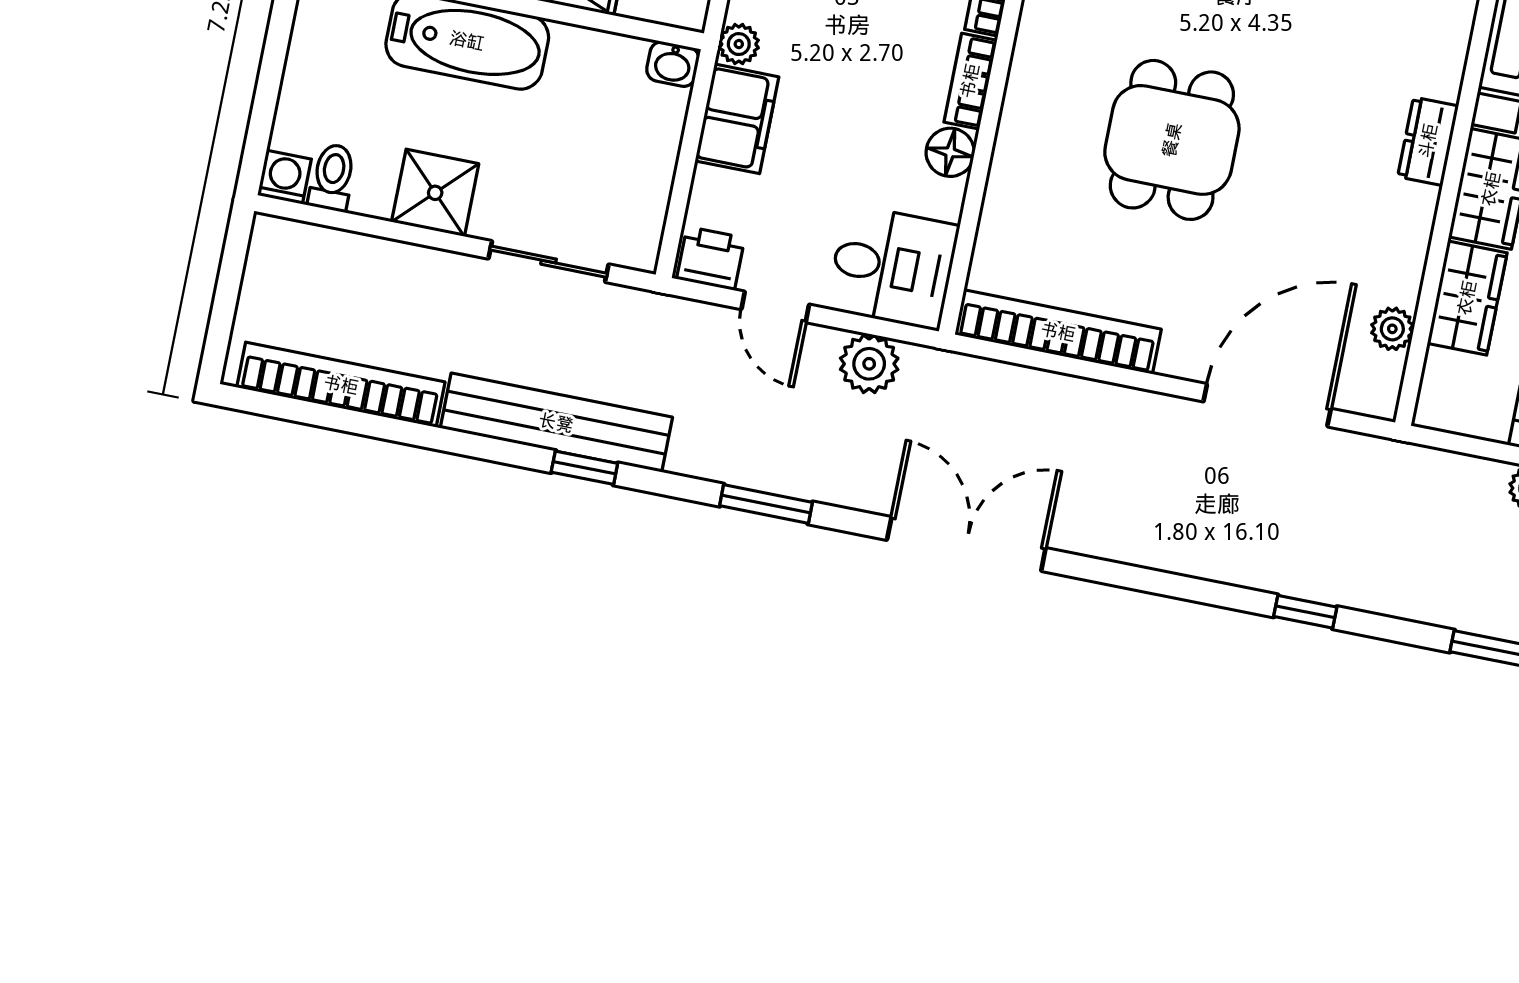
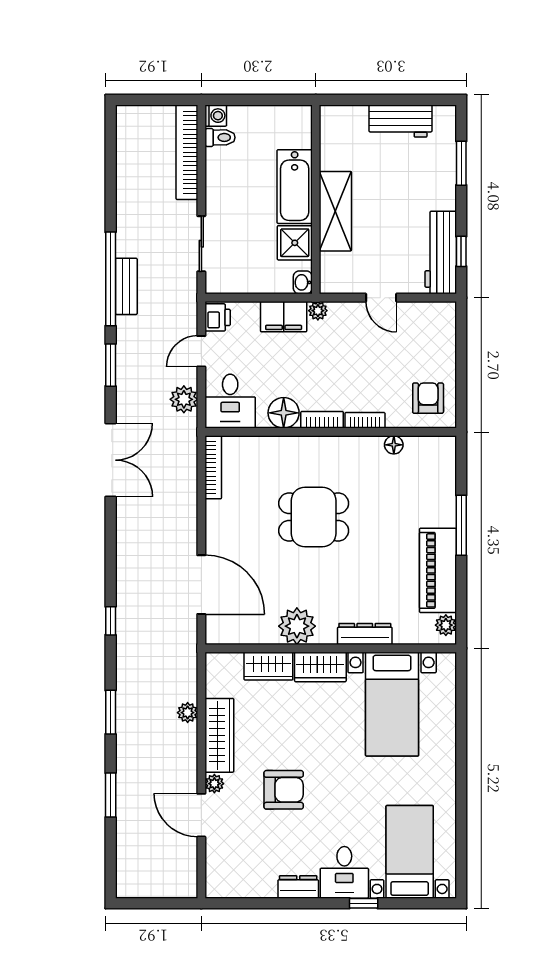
dresser: (1428, 141) -> (365, 634), moved, width x1.44
floor lamp: (950, 152) -> (284, 413), width x1.38, depth x1.38
shower: (435, 193) -> (295, 243), moved
plant: (1392, 329) -> (297, 626), moved, width x1.88, depth x1.88
bookcase: (1058, 332) -> (213, 467), width x0.68, depth x0.76
bookcase: (341, 385) -> (187, 152), moved, turned 180
bench: (556, 423) -> (126, 286), width x0.54, depth x0.82
window: (584, 468) -> (111, 279), width x3.17

